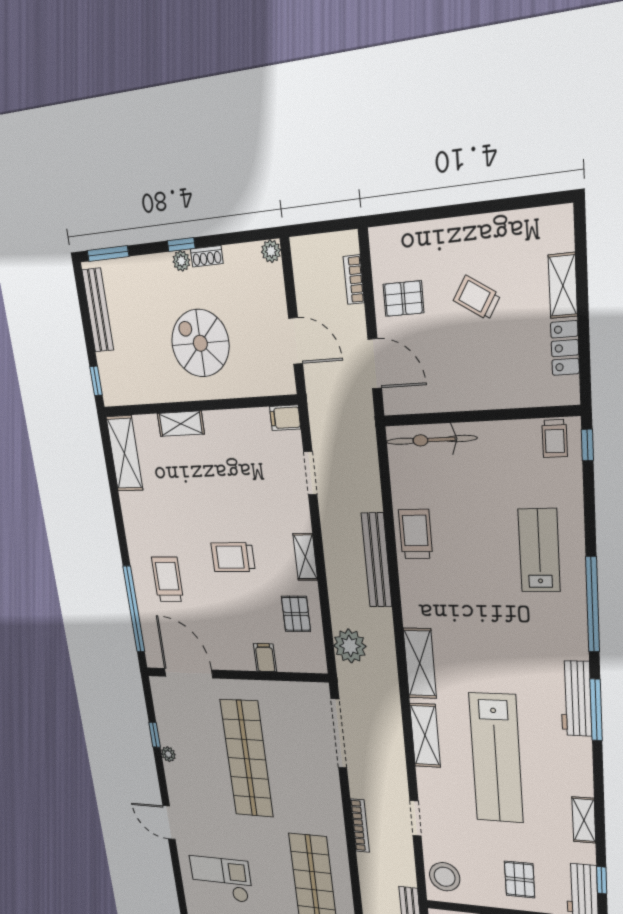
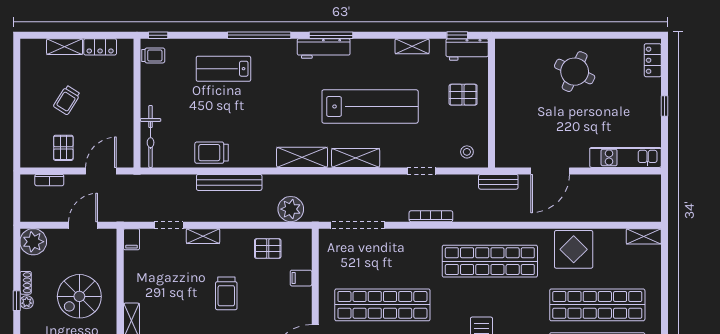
plant: (271, 251) -> (33, 242), width x1.87, depth x1.87
shelving: (305, 557) -> (203, 236), moved
stool: (445, 877) -> (467, 152), width x0.53, depth x0.53

